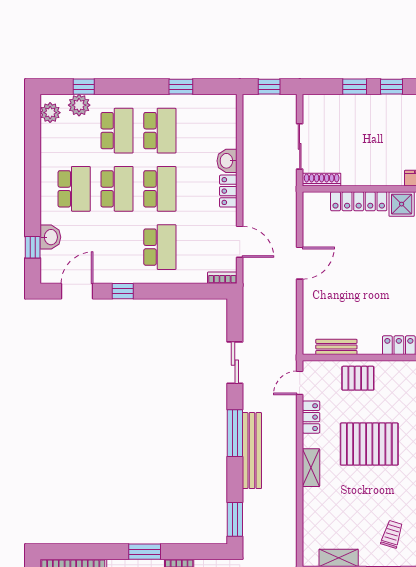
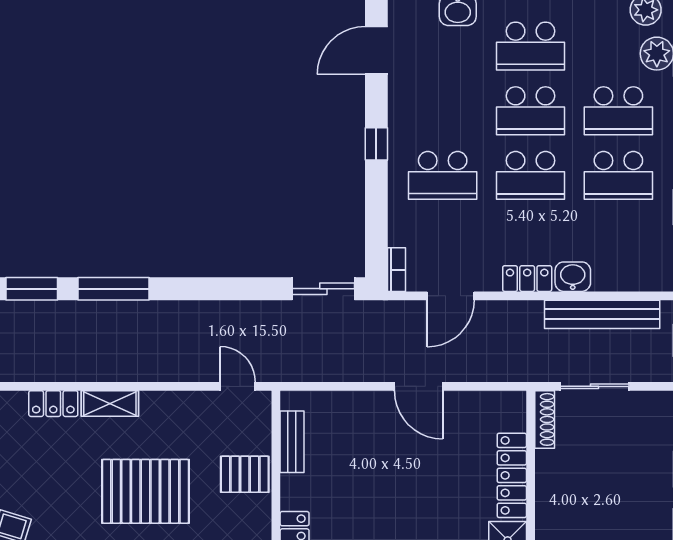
door: (77, 291) -> (376, 50), swing flipped
window: (123, 291) -> (376, 144), moved
sliding door: (235, 363) -> (323, 289), moved
pallet: (358, 378) -> (245, 474), turned 90
locker: (311, 417) -> (53, 404), moved
window: (235, 433) -> (113, 289), moved
pallet: (369, 444) -> (145, 491), turned 90
bench: (252, 451) -> (602, 314), moved

